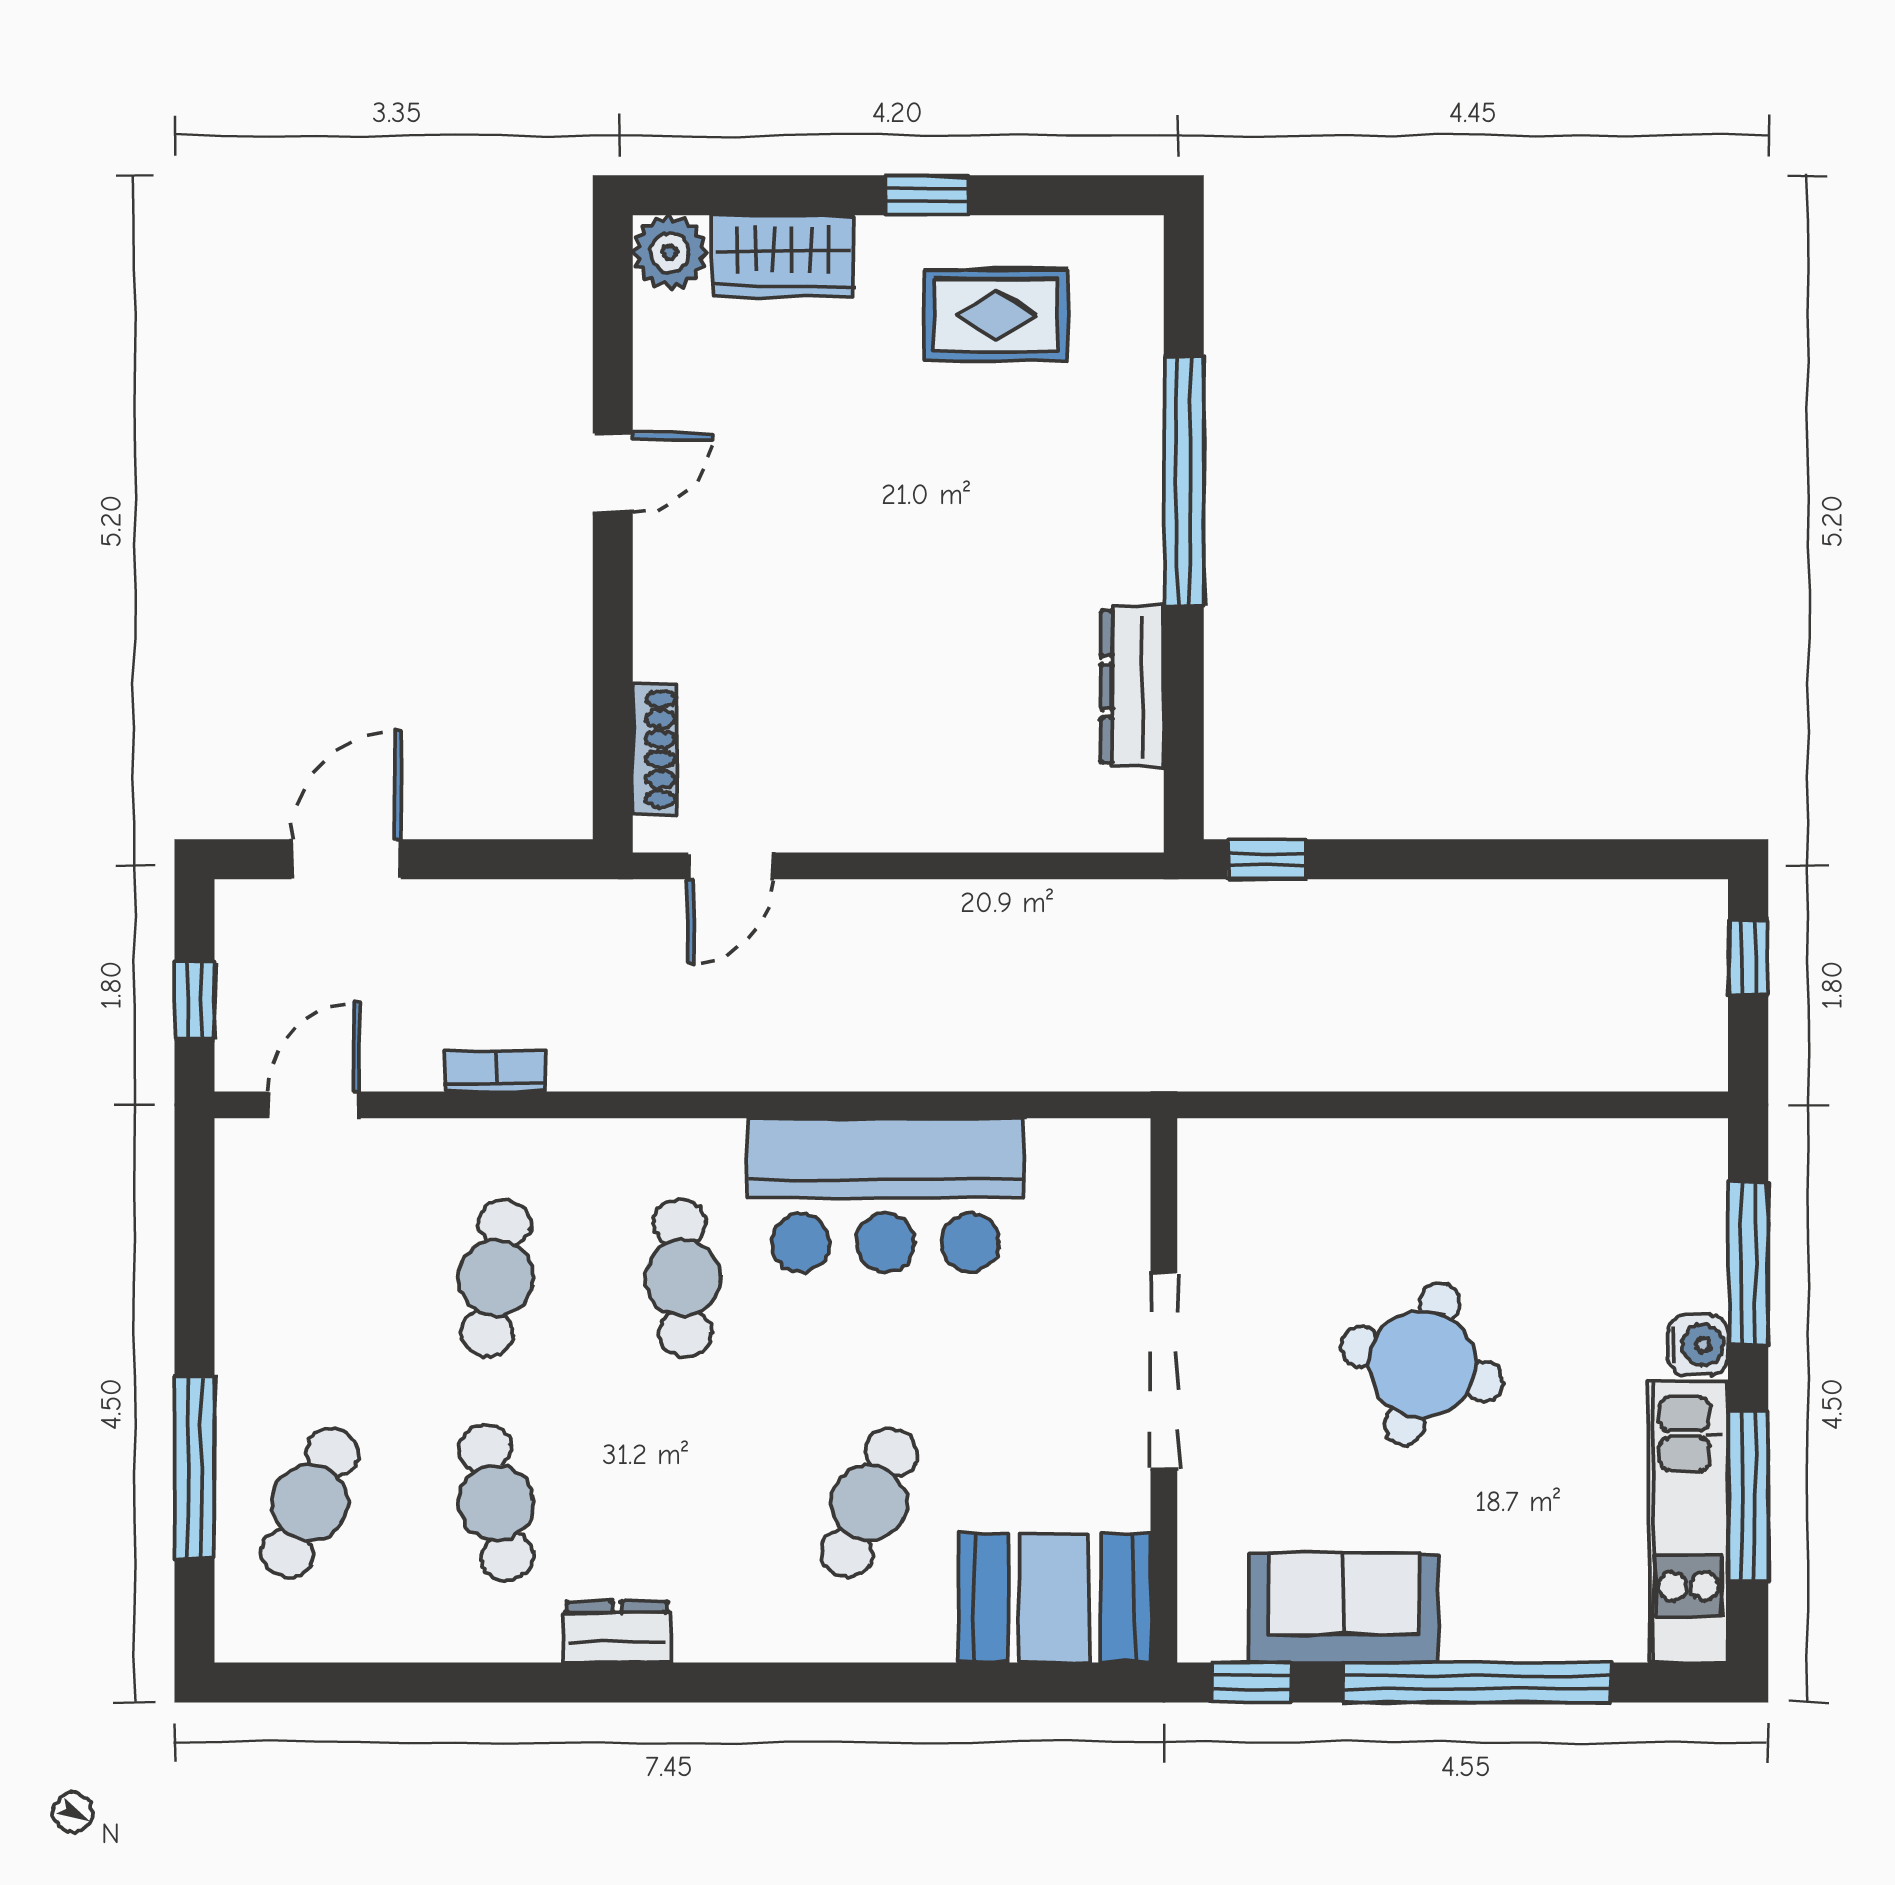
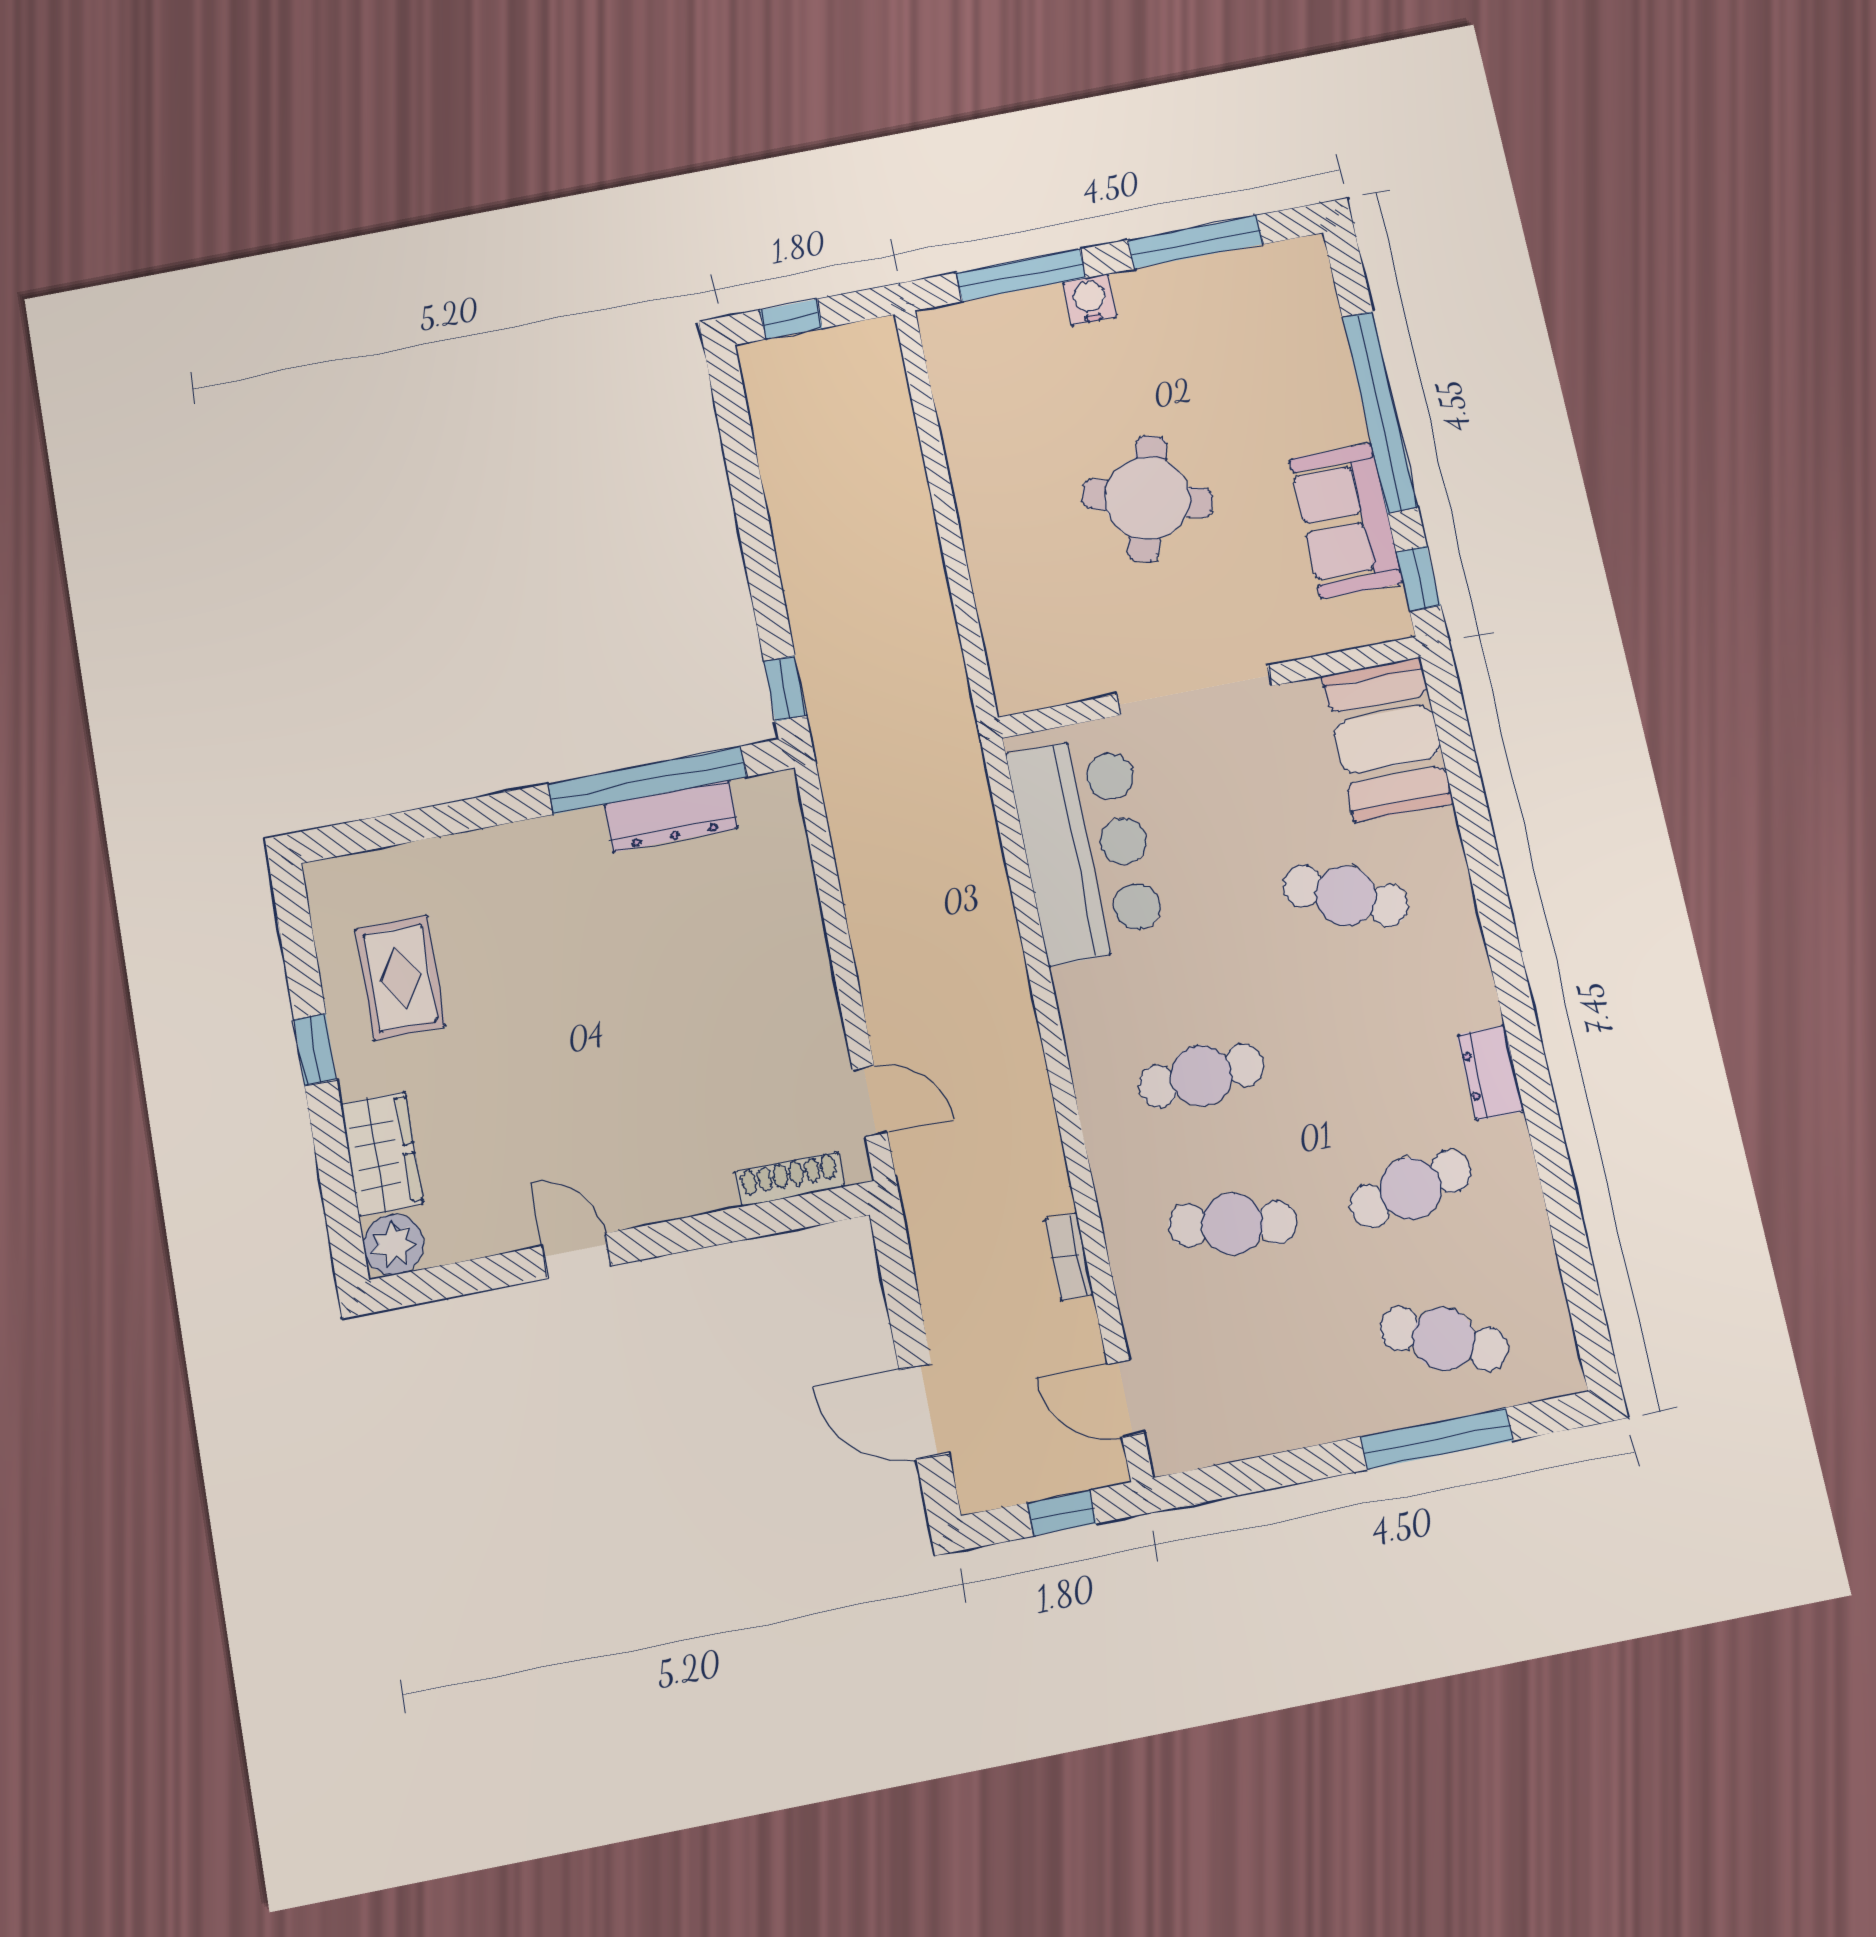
window: (1184, 482) -> (647, 780), moved
bar counter: (885, 1195) -> (1086, 848), moved
kitchen unit: (1688, 1522) -> (1224, 281), removed

